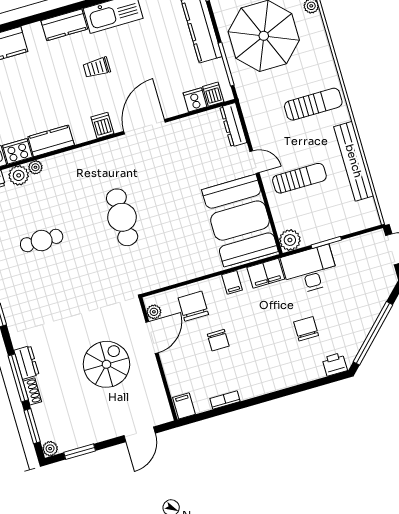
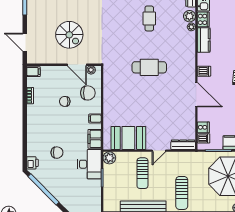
booth: (240, 221) -> (128, 138), width x0.73, depth x0.70

